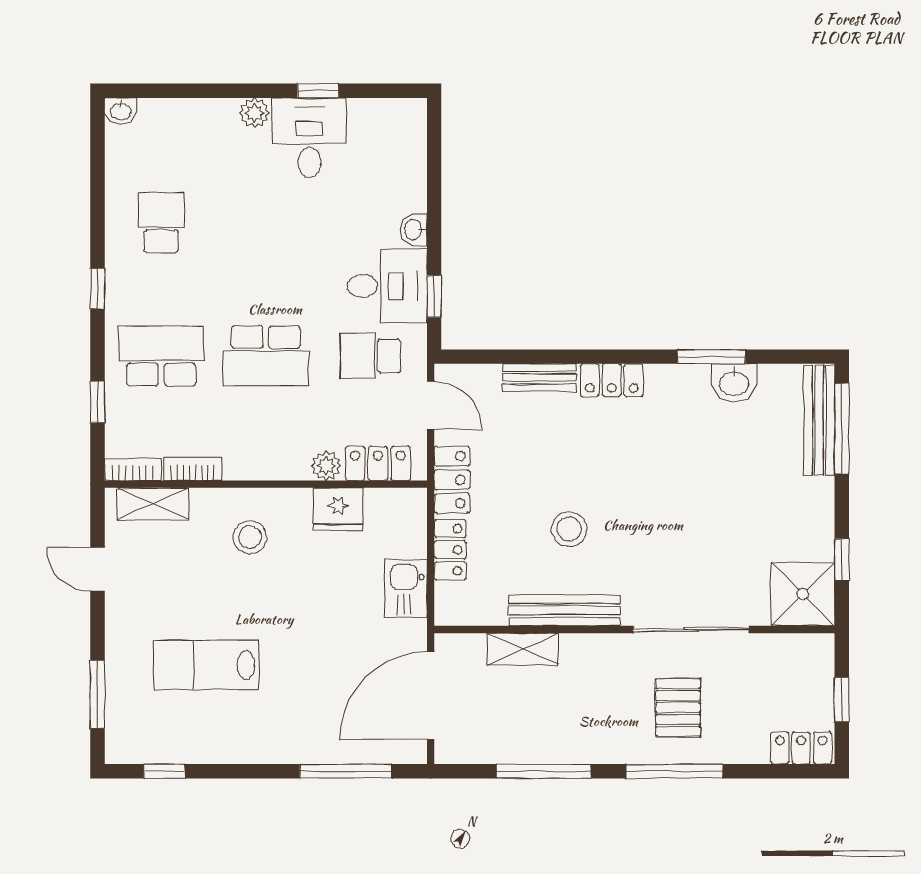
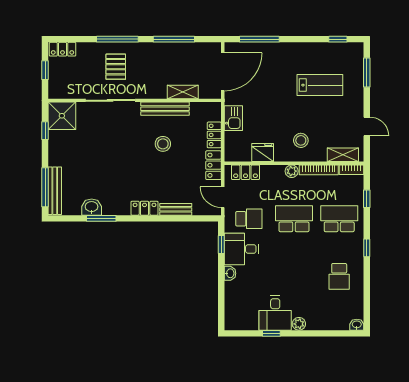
school desk: (161, 356) -> (339, 219), turned 180
plant: (326, 466) -> (292, 171), moved
bookcase: (192, 469) -> (319, 170), width x1.56

